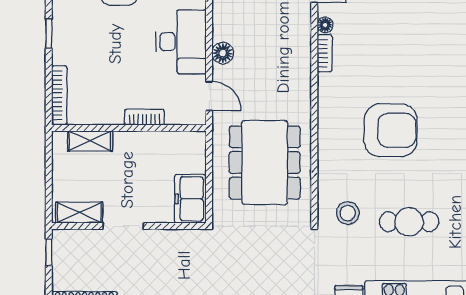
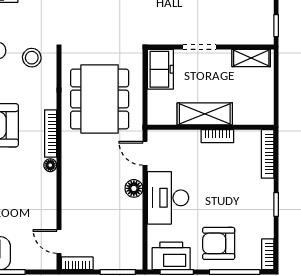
floor lamp: (325, 25) -> (50, 165), moved
bookcase: (325, 53) -> (51, 134), moved, width x1.56
bookcase: (144, 117) -> (217, 136), moved
shelving: (90, 141) -> (205, 114), moved, width x1.50, depth x1.33
doorway: (123, 226) -> (200, 47), moved

